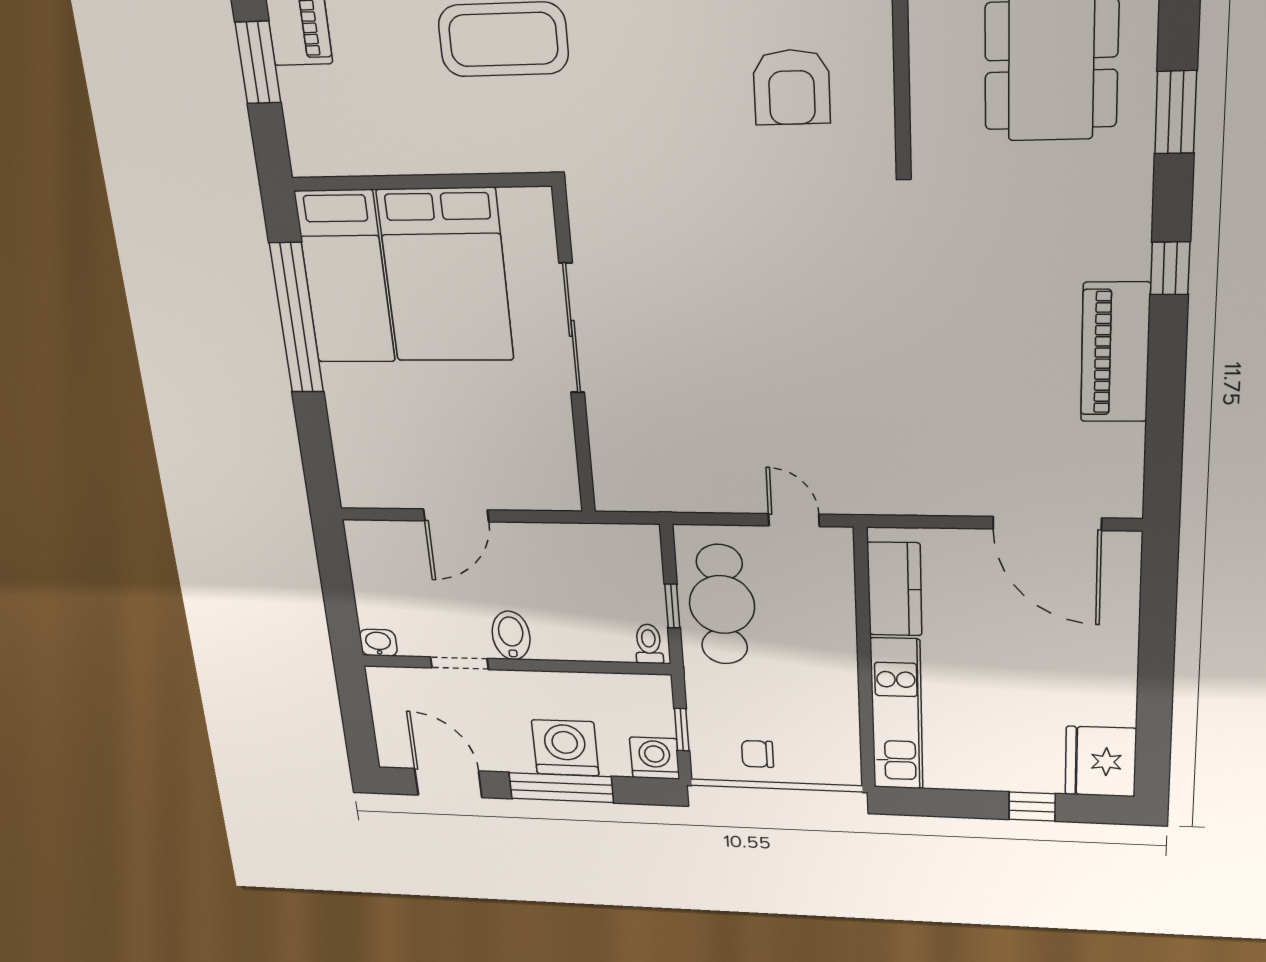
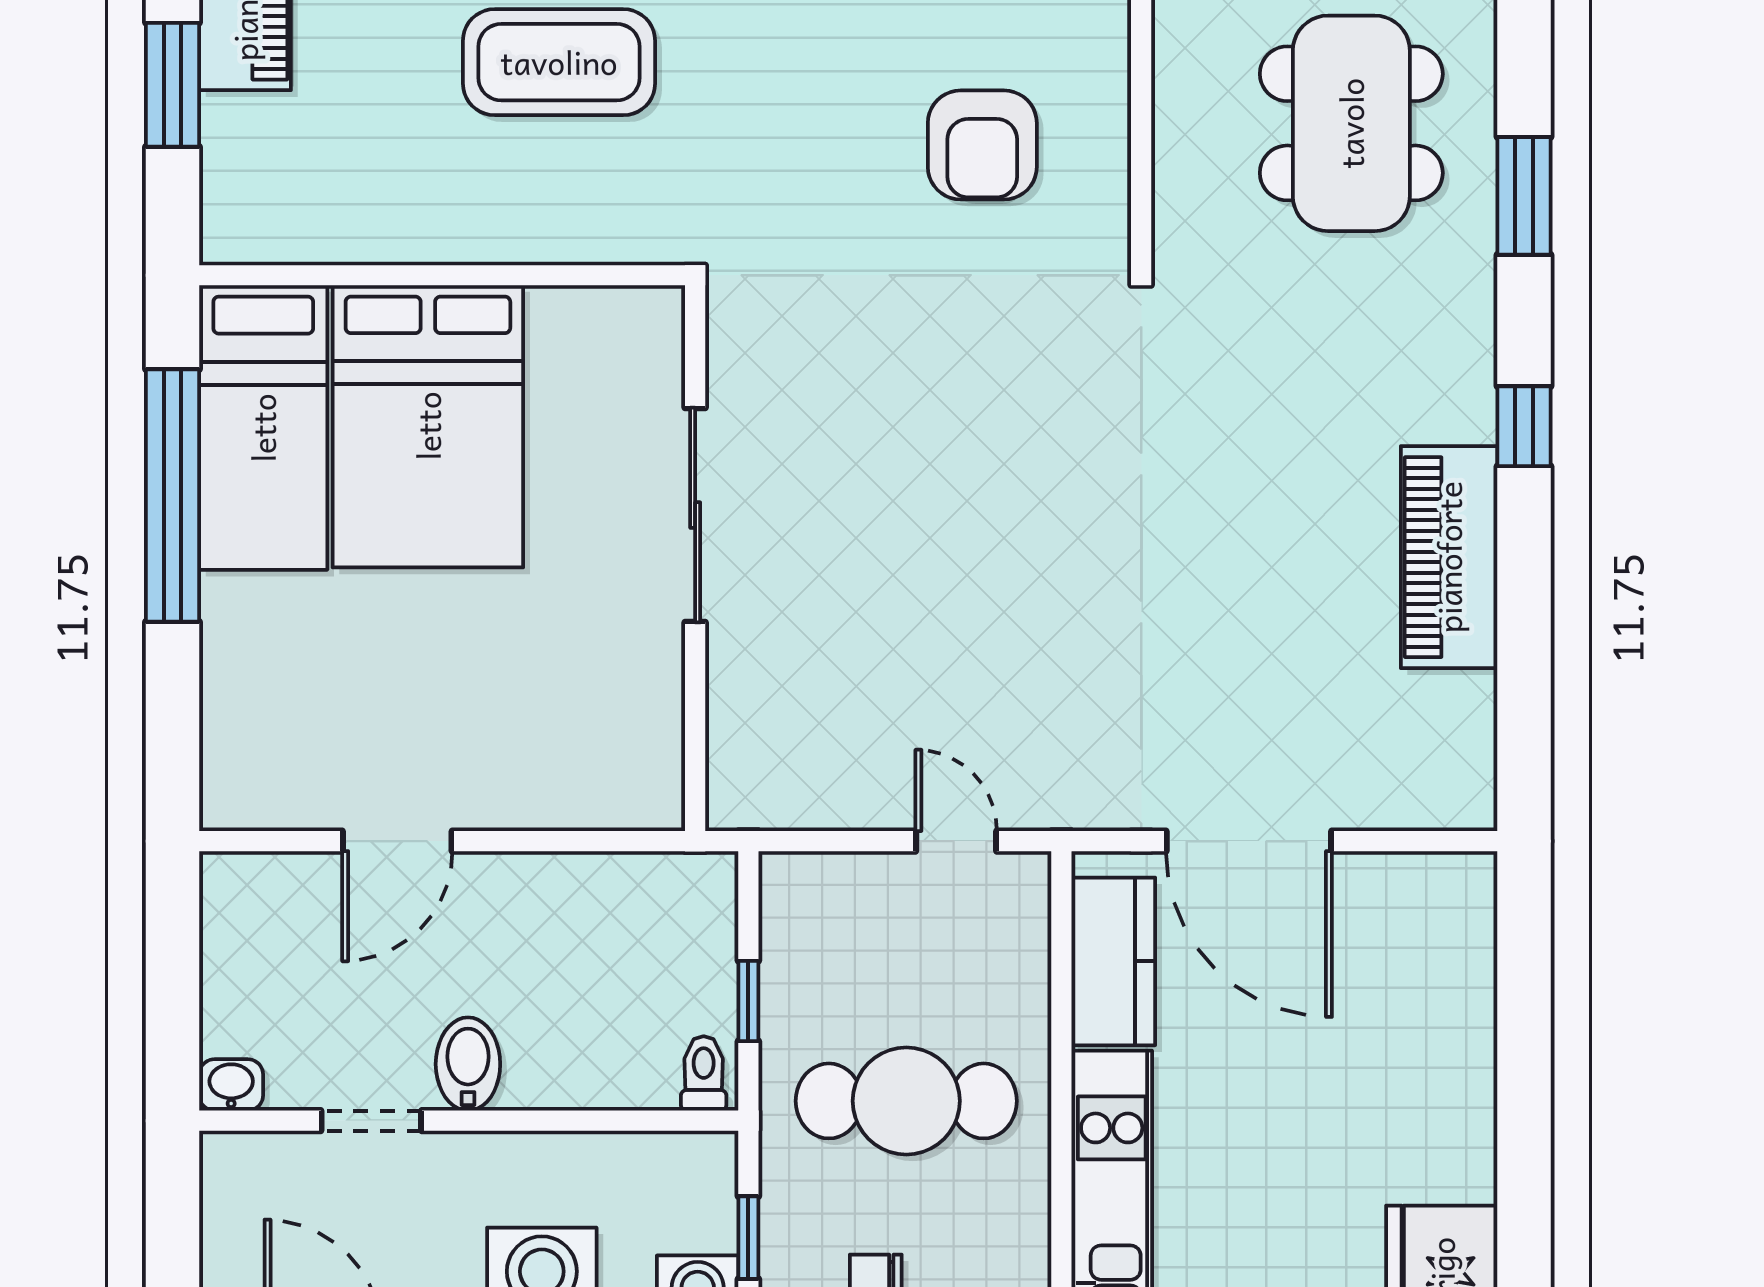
sliding door: (572, 328) -> (695, 515), moved
wall: (574, 354) -> (695, 558), moved
door: (1047, 523) -> (1249, 841), moved
cafe table: (722, 605) -> (906, 1101), moved, turned 90

